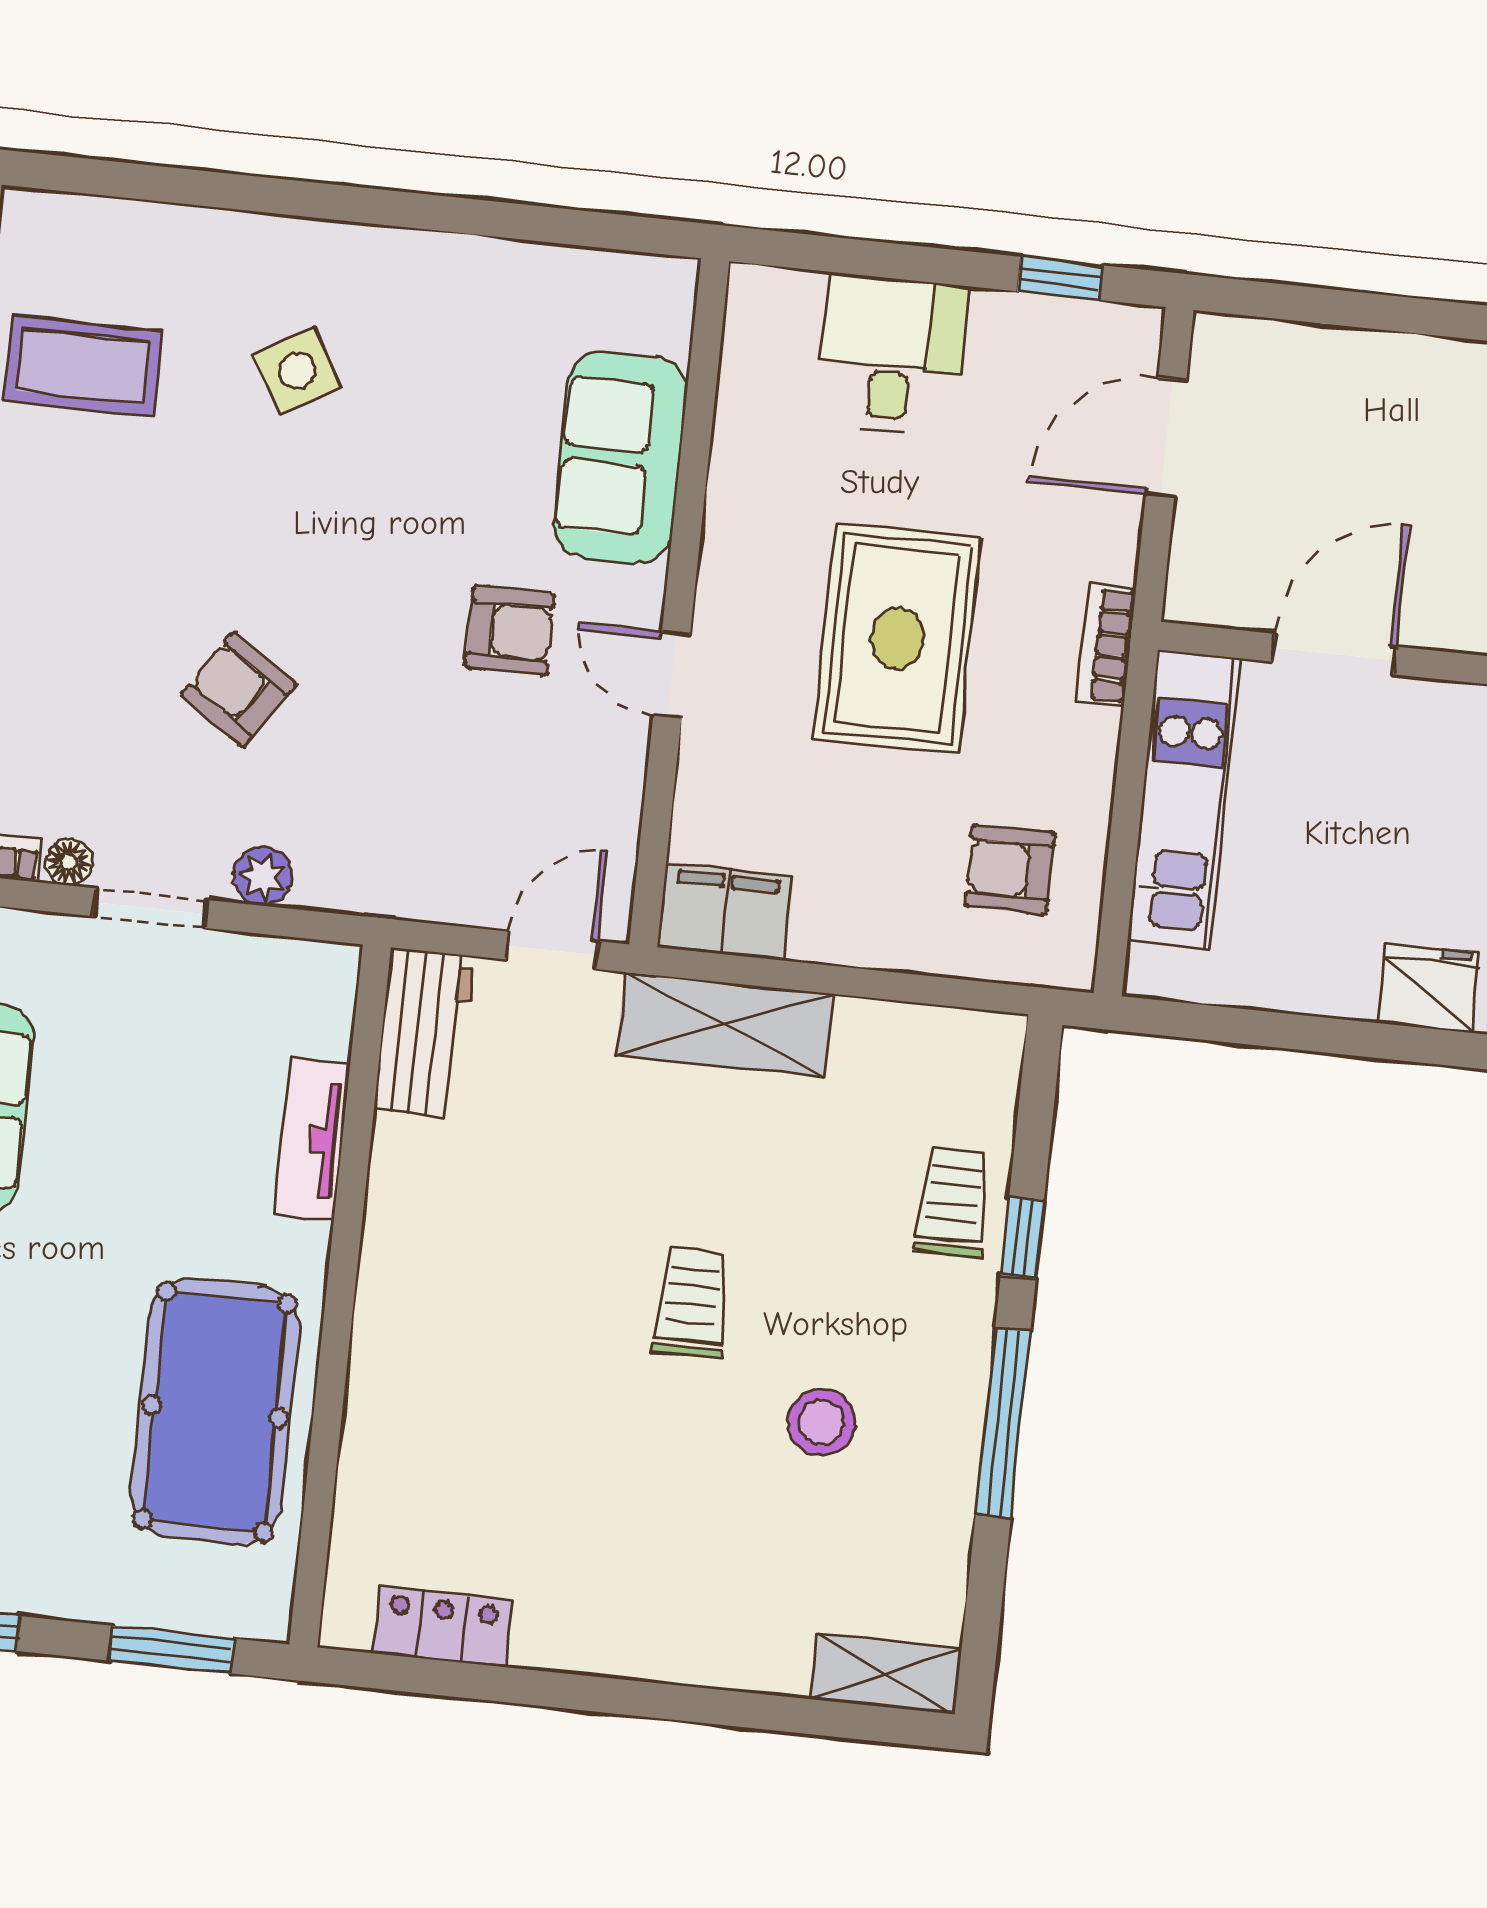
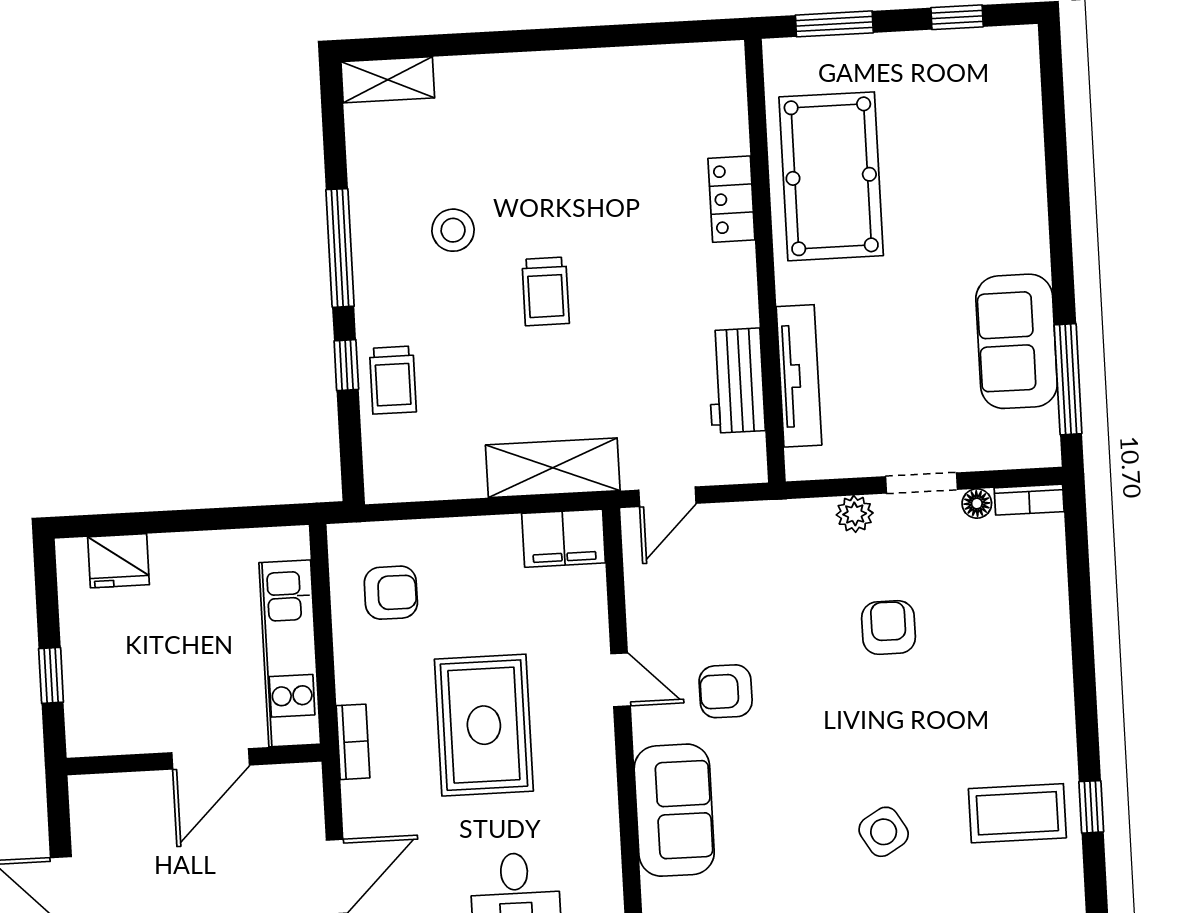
armchair: (238, 690) -> (888, 628), turned -124
workbench: (424, 1033) -> (736, 381), moved
tv unit: (312, 1139) -> (799, 376), width x1.41
locker: (443, 1627) -> (731, 199), moved, turned 90

